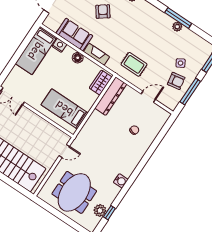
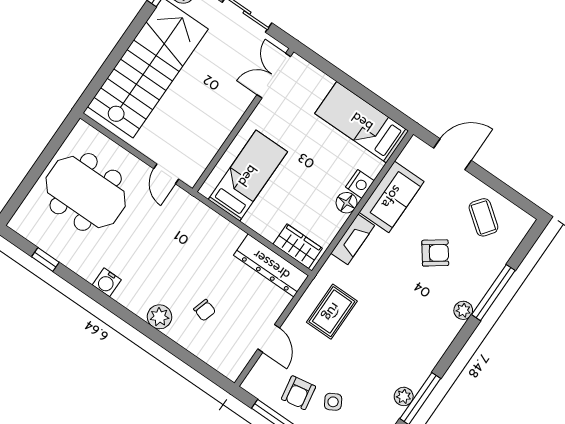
nightstand: (59, 45) -> (360, 184), moved
plant: (100, 210) -> (159, 317), moved

